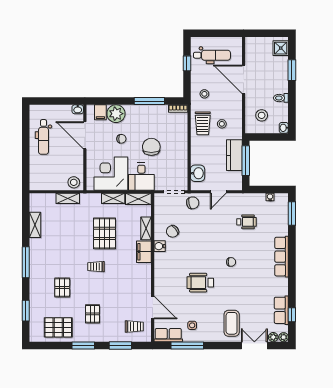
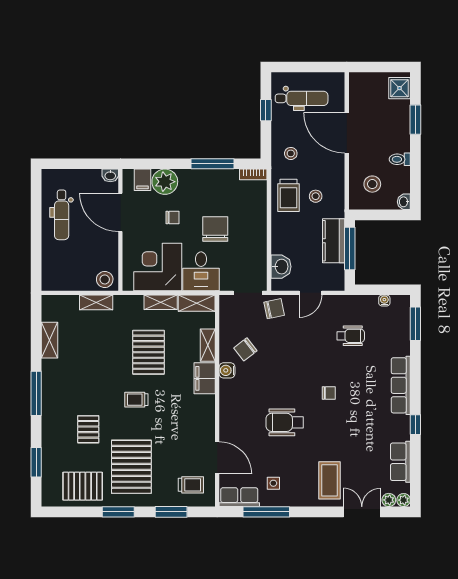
pallet: (93, 314) -> (131, 467), width x2.05, depth x2.00
window: (292, 315) -> (415, 425), moved

